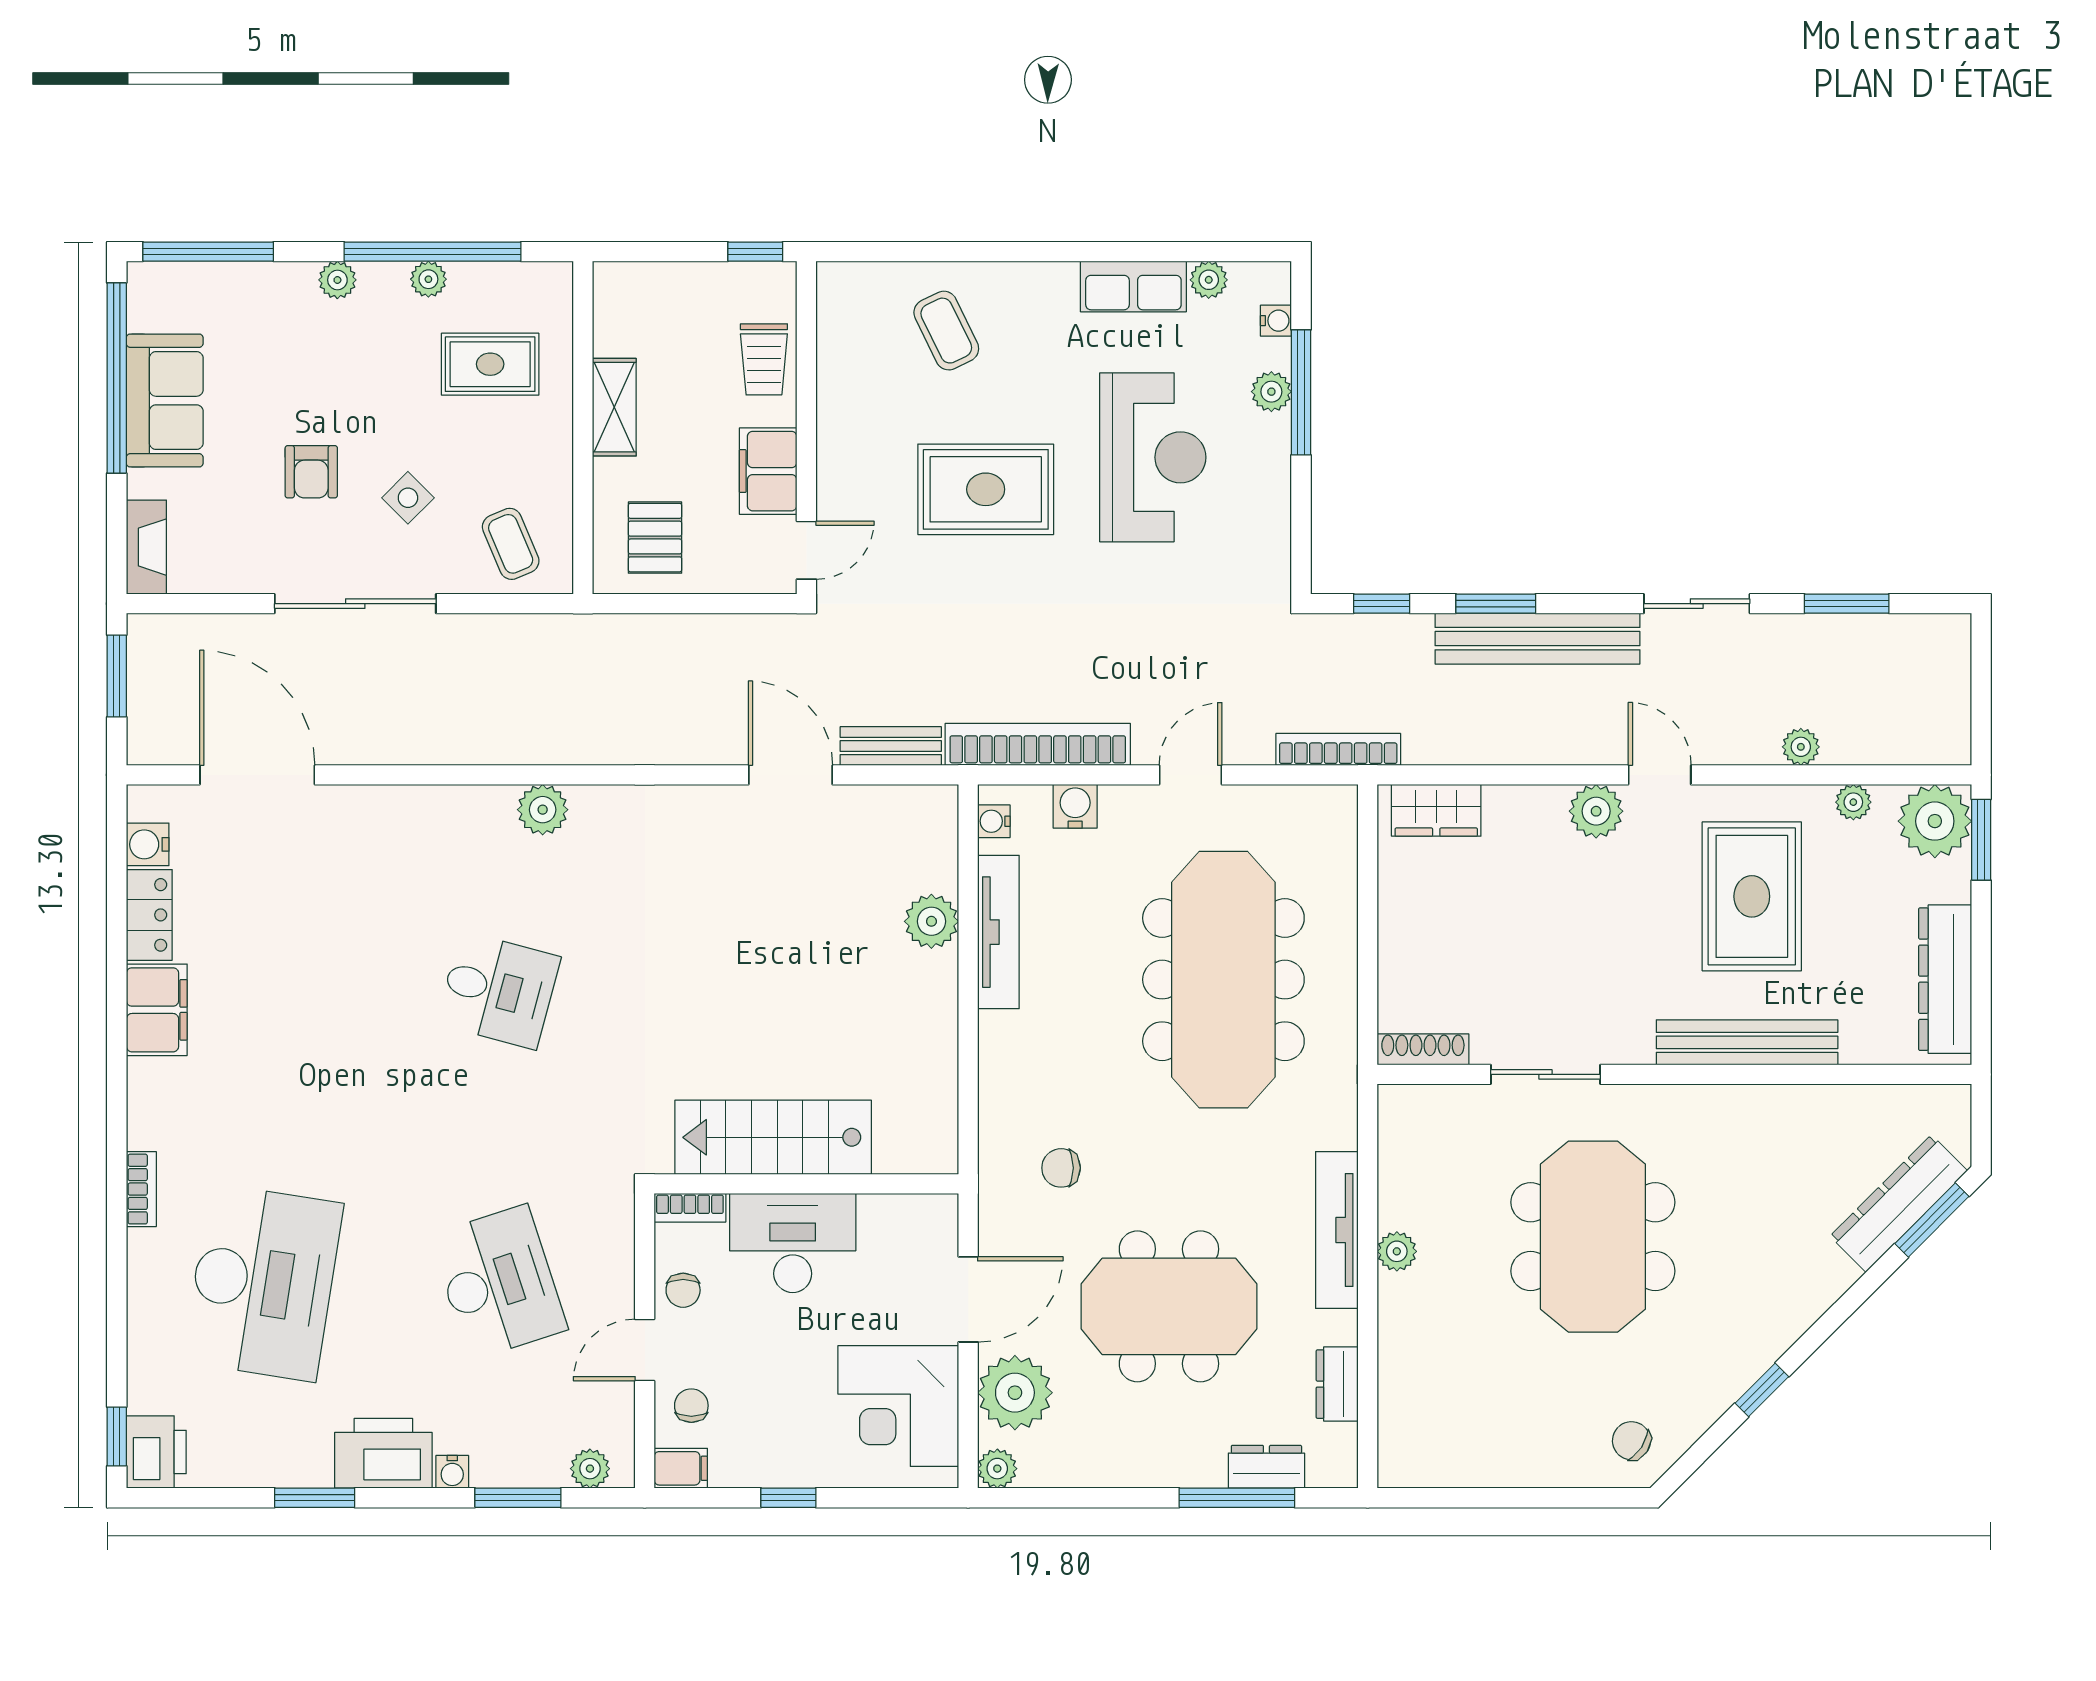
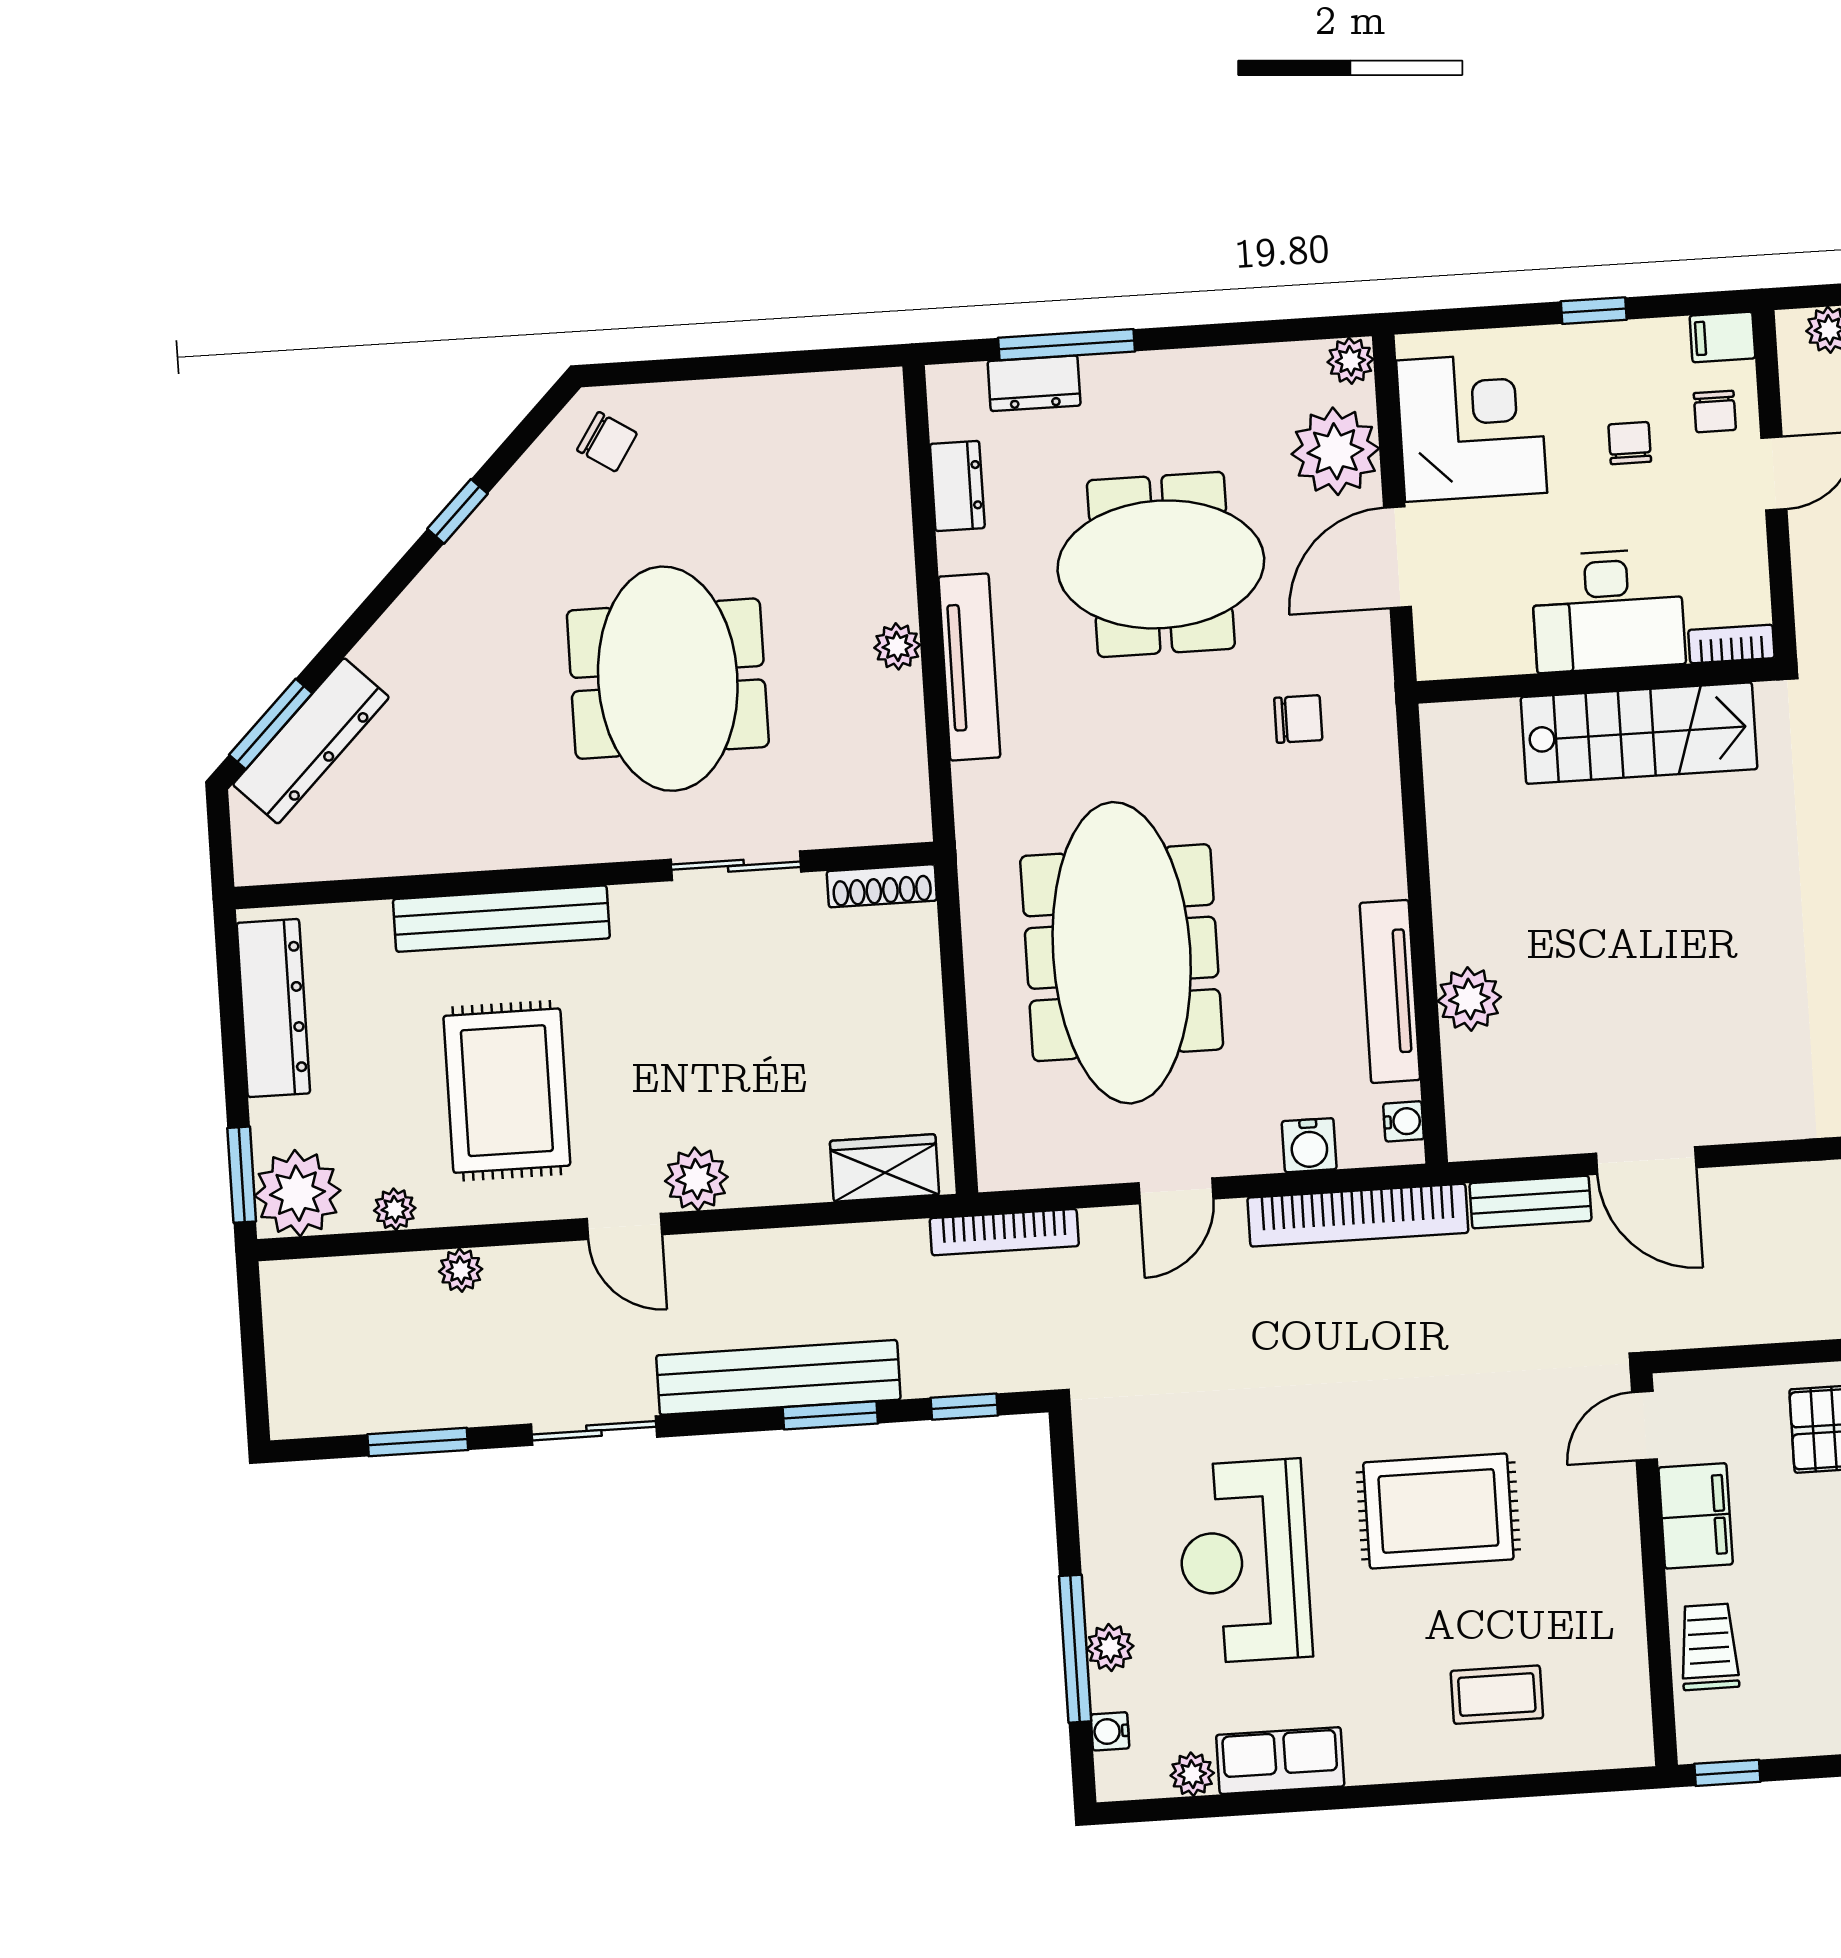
coffee table: (946, 331) -> (1497, 1695), turned -64
chair: (683, 1290) -> (1630, 443), moved

